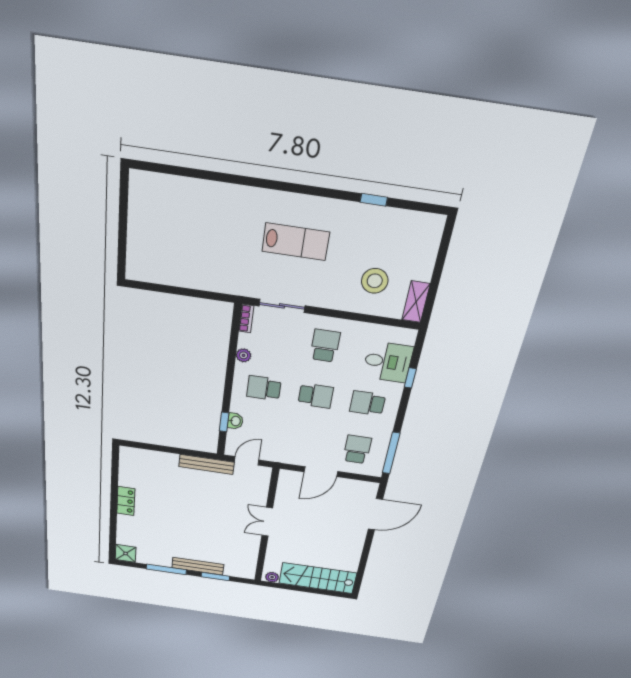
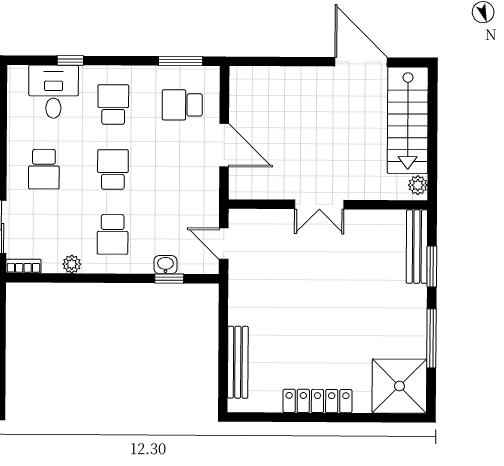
school desk: (325, 346) -> (44, 169), turned -90
school desk: (368, 403) -> (113, 105), turned 180
window: (391, 453) -> (181, 61), width x0.69
bench: (207, 464) -> (238, 362), moved
locker: (126, 501) -> (317, 401), width x1.53
door: (375, 514) -> (361, 62), moved
shower: (126, 553) -> (399, 386), width x1.86, depth x1.86
bench: (198, 566) -> (417, 247), moved

